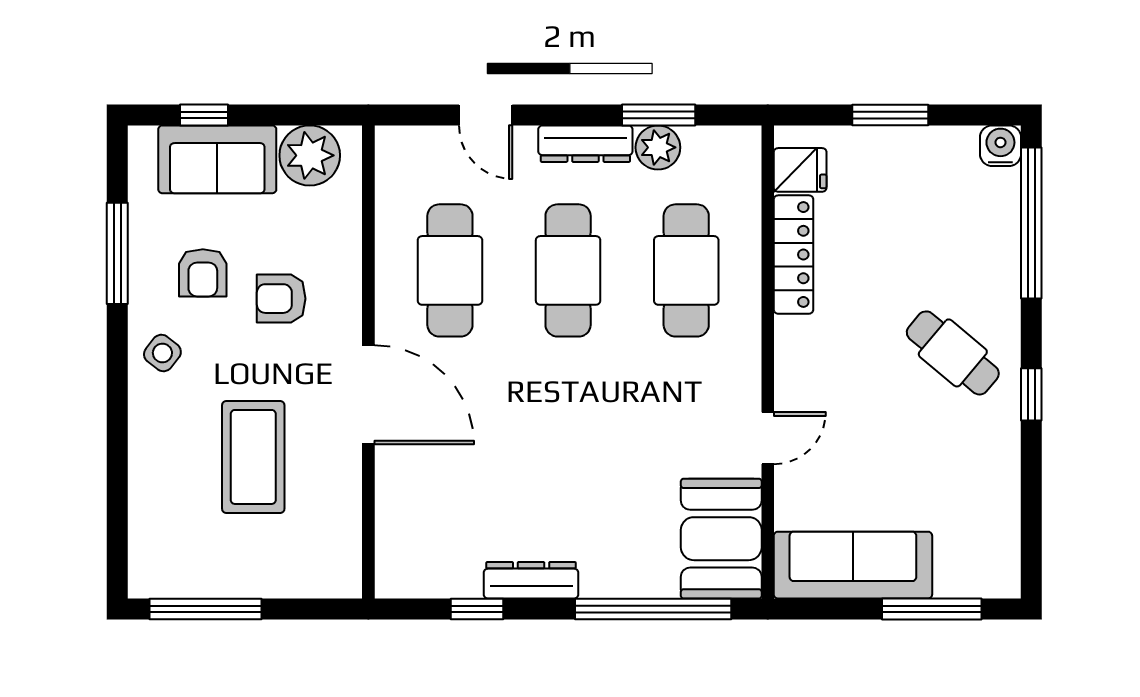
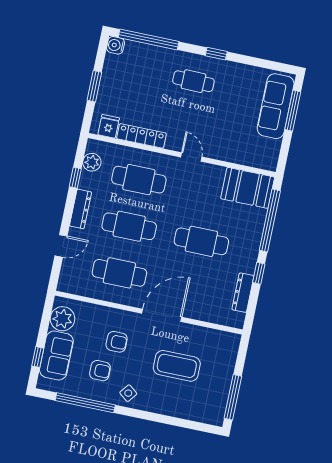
window: (659, 115) -> (75, 178), width x0.67
plant: (658, 147) -> (92, 162), moved
window: (117, 253) -> (85, 403), width x1.46
armchair: (281, 299) -> (117, 342), turned -90
cafe table: (953, 353) -> (193, 81), turned 51
door: (768, 438) -> (191, 157), moved
cafe table: (568, 454) -> (201, 241), added
sofa: (853, 565) -> (276, 106), moved
dresser: (531, 580) -> (243, 293), moved
window: (477, 609) -> (259, 273), moved

